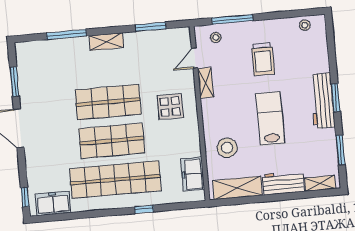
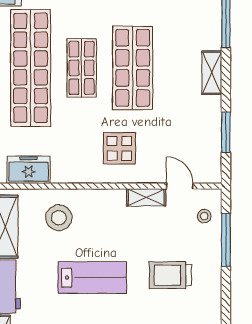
shop shelf: (112, 141) -> (82, 68), width x0.70, depth x0.74

